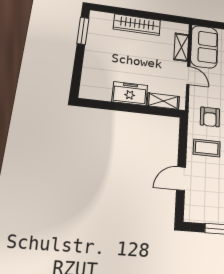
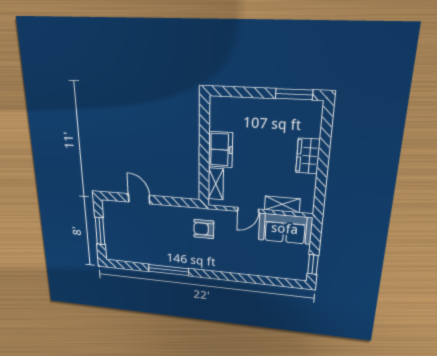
wardrobe: (137, 25) -> (308, 156), width x0.67
coffee table: (207, 148) -> (172, 224), removed

